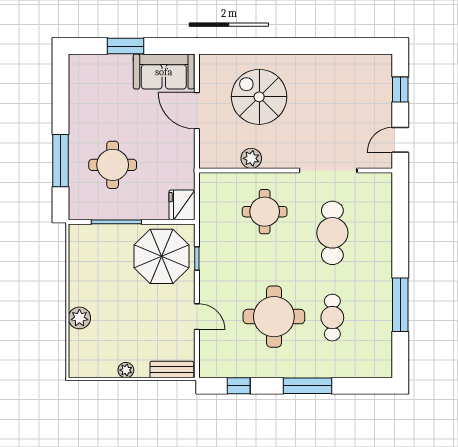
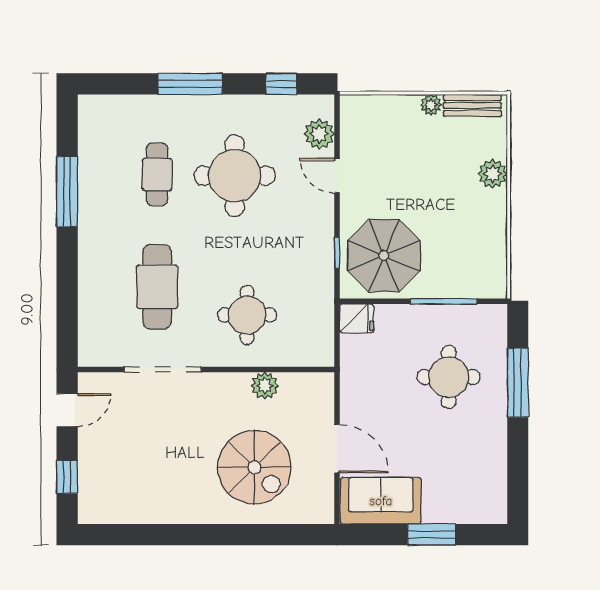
fridge: (182, 205) -> (357, 318), width x0.72
plant: (210, 348) -> (319, 134), added
bench: (172, 370) -> (472, 105), moved

